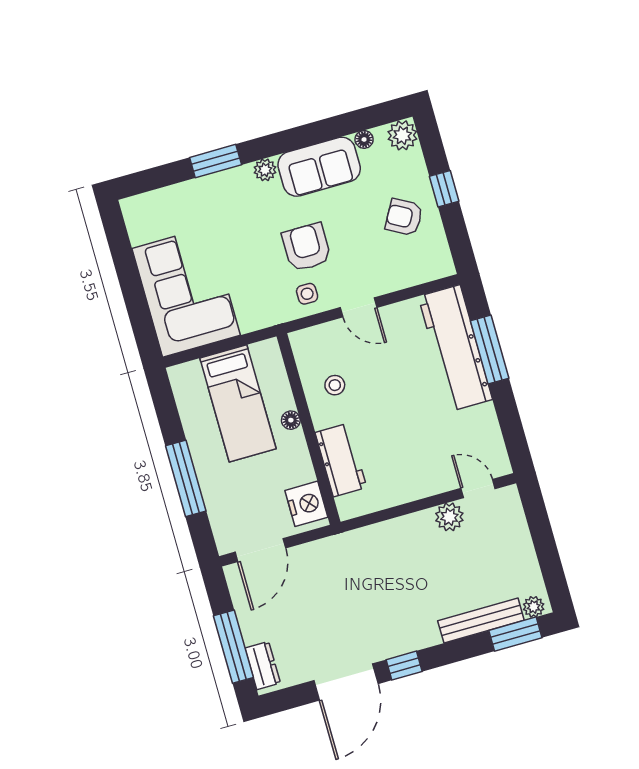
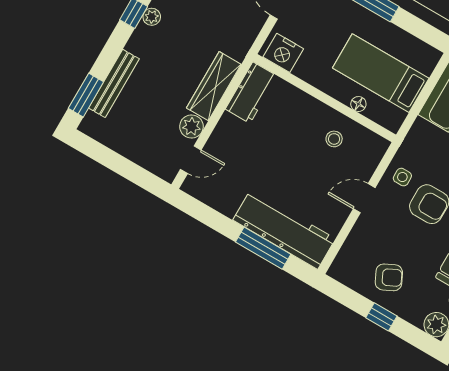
armchair: (404, 217) -> (389, 277), turned 35
floor lamp: (291, 420) -> (358, 104), moved
workbench: (341, 460) -> (251, 93), moved, turned -90
wardrobe: (396, 533) -> (214, 86), added
plant: (534, 607) -> (152, 17), moved

